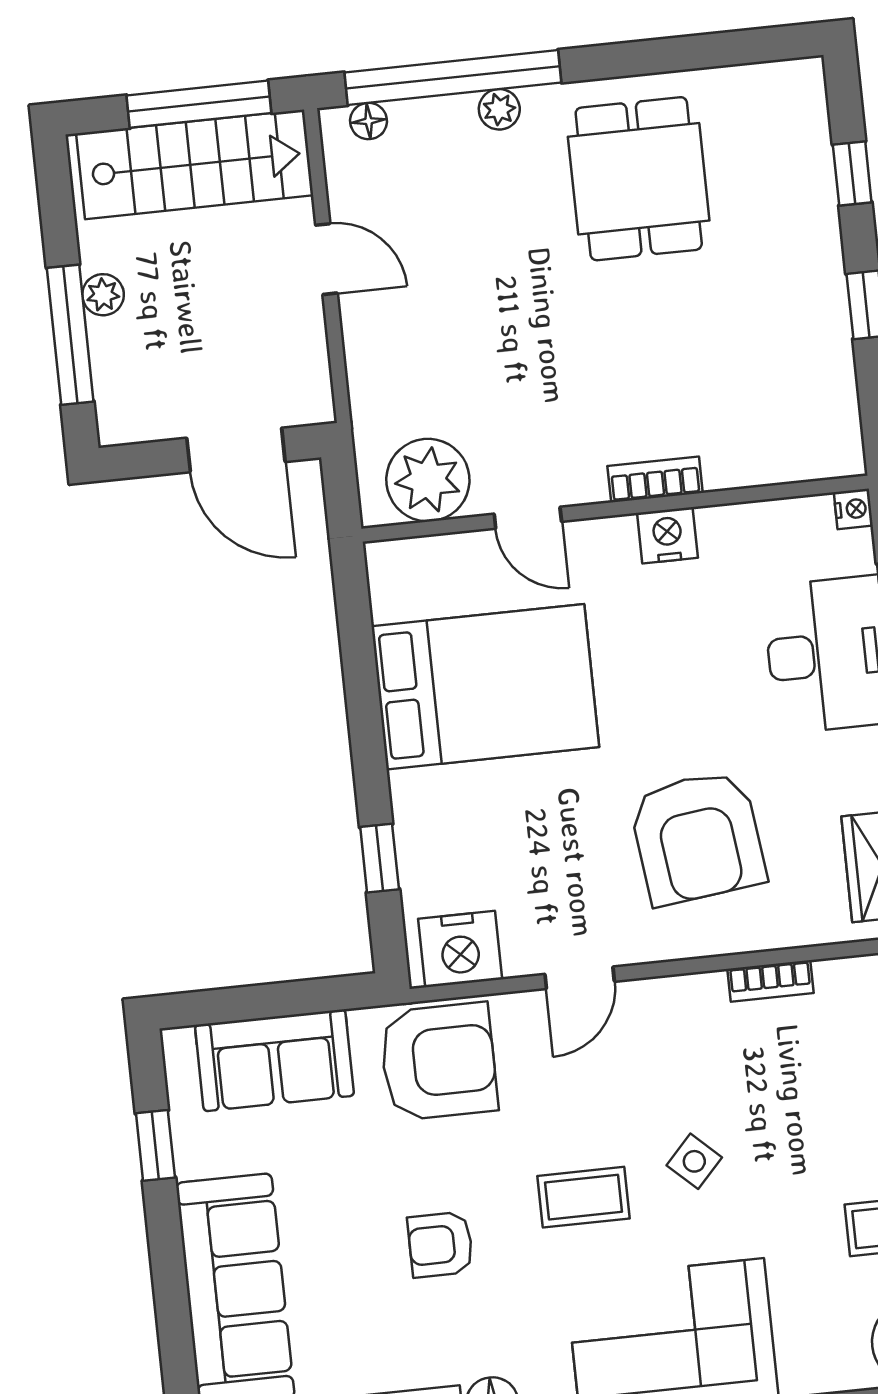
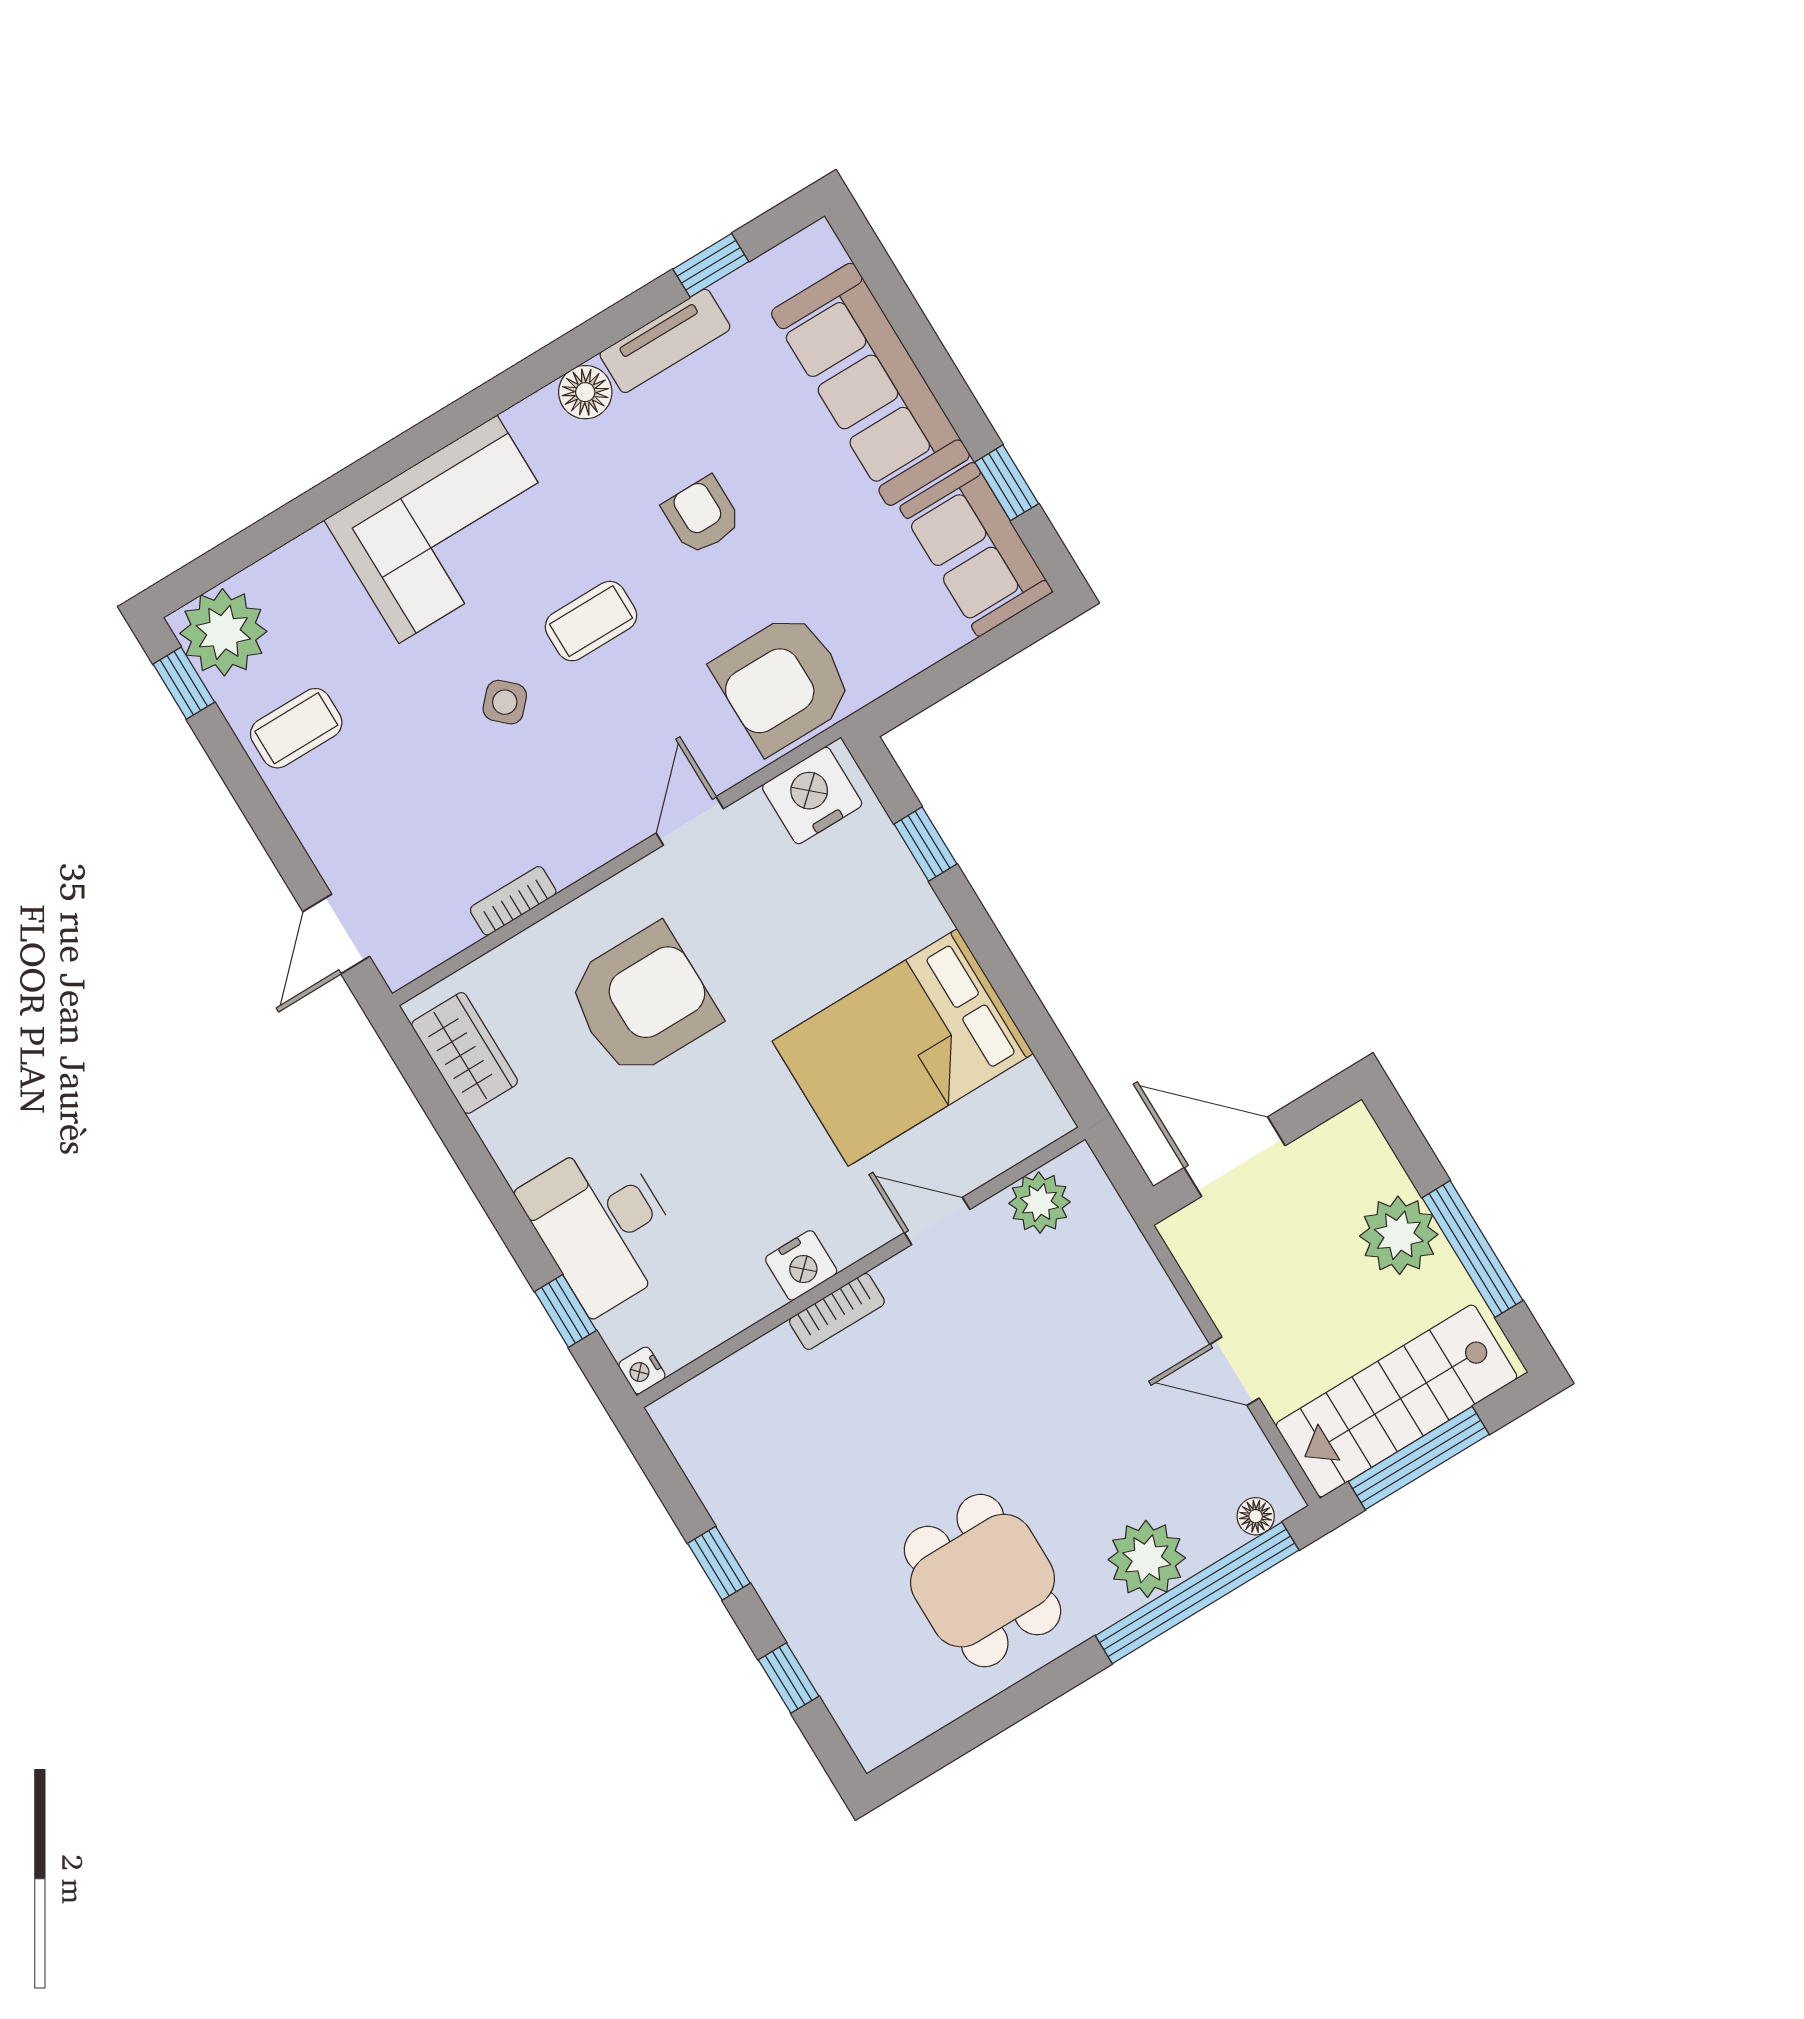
plant: (499, 109) -> (1147, 1559), width x1.87, depth x1.87
plant: (103, 295) -> (1399, 1235), width x1.88, depth x1.88
window: (70, 335) -> (1473, 1249), moved
plant: (428, 480) -> (1039, 1203), width x0.73, depth x0.73
armchair: (697, 837) -> (643, 1001), turned 97
sofa: (274, 1060) -> (976, 549), moved, turned -90
armchair: (440, 1245) -> (702, 515), turned -90

